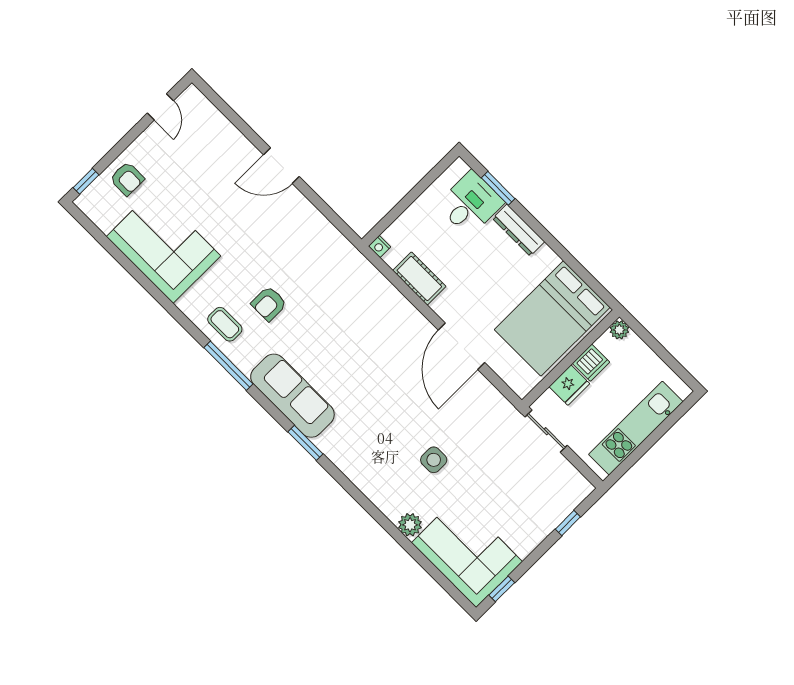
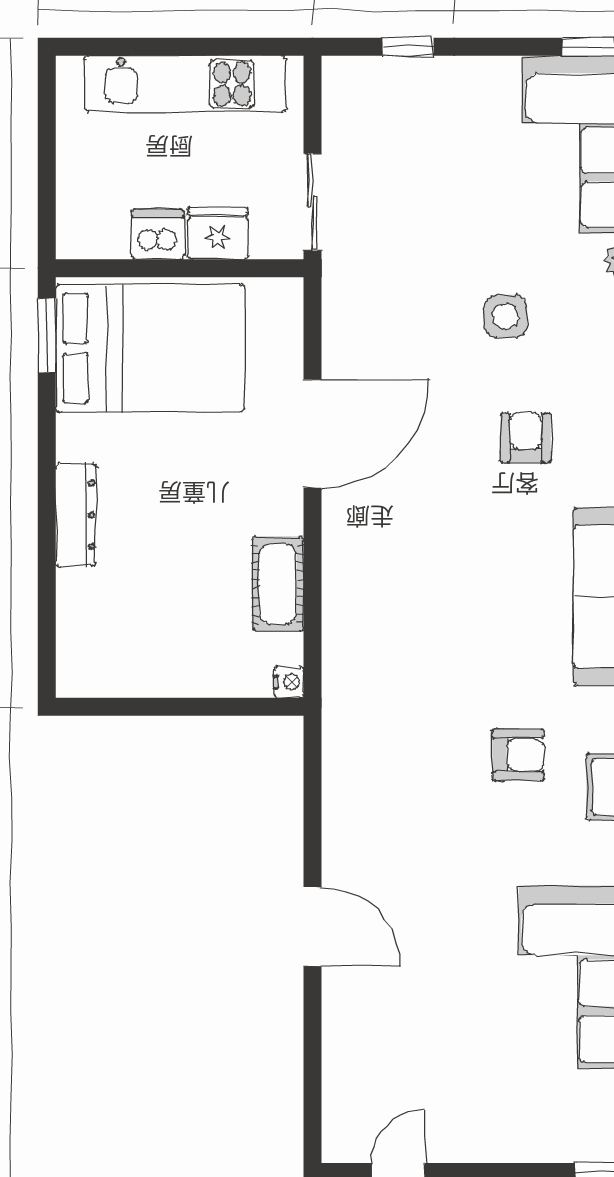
armchair: (127, 179) -> (526, 438), moved
window: (498, 188) -> (47, 336), moved
desk: (470, 204) -> (106, 617), removed
plant: (619, 330) -> (74, 241), removed

